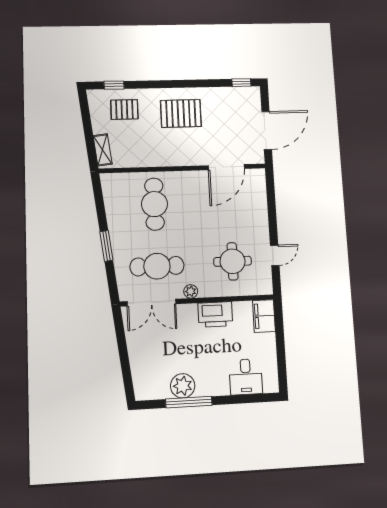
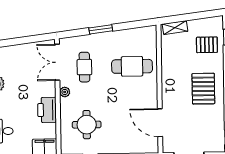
pallet: (124, 109) -> (207, 45), turned 90
cafe table: (157, 266) -> (84, 67), width x0.73, depth x0.74

